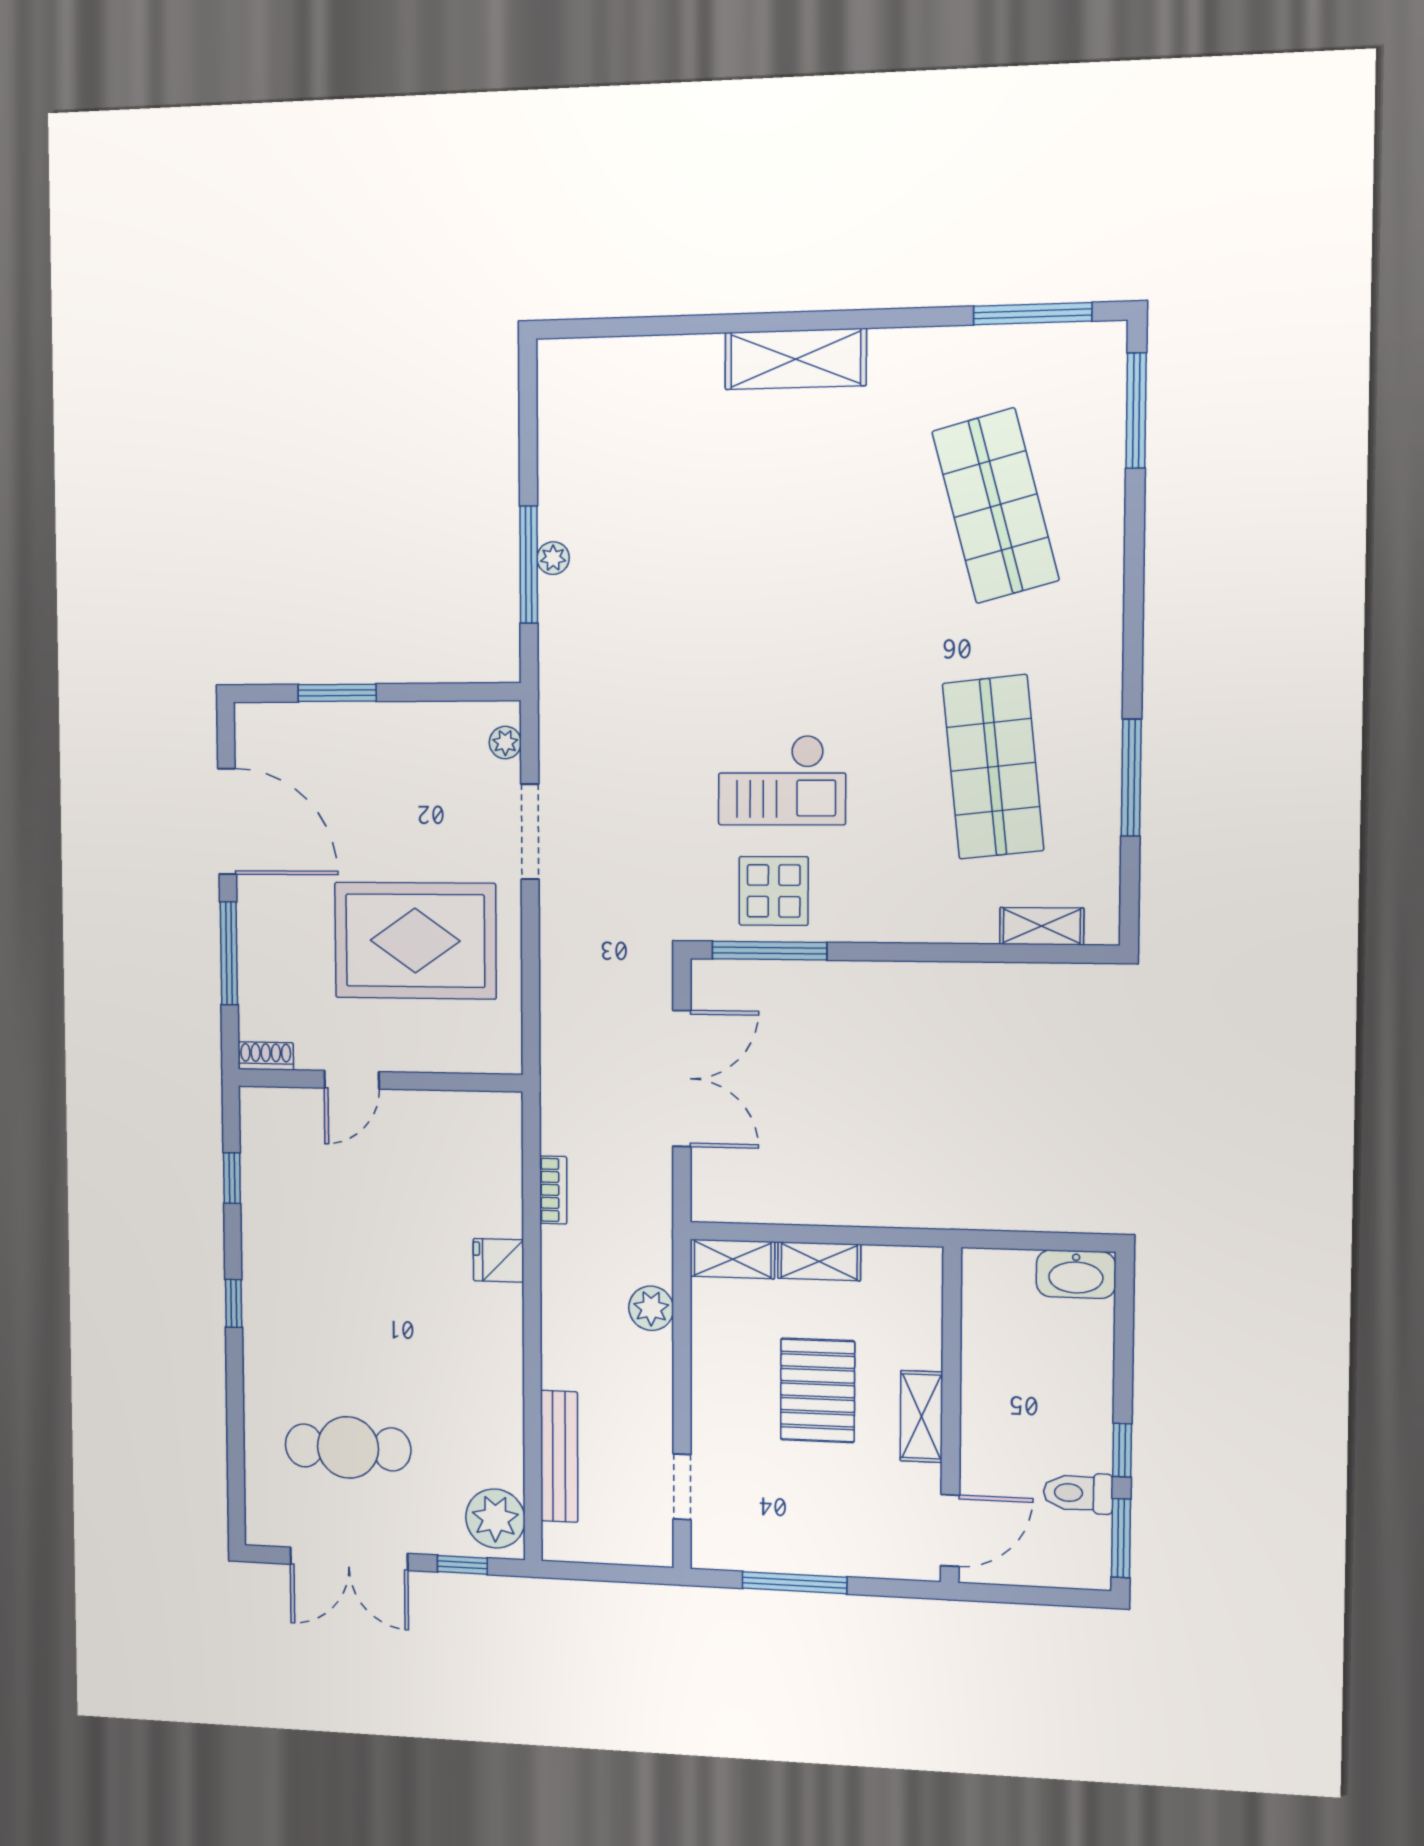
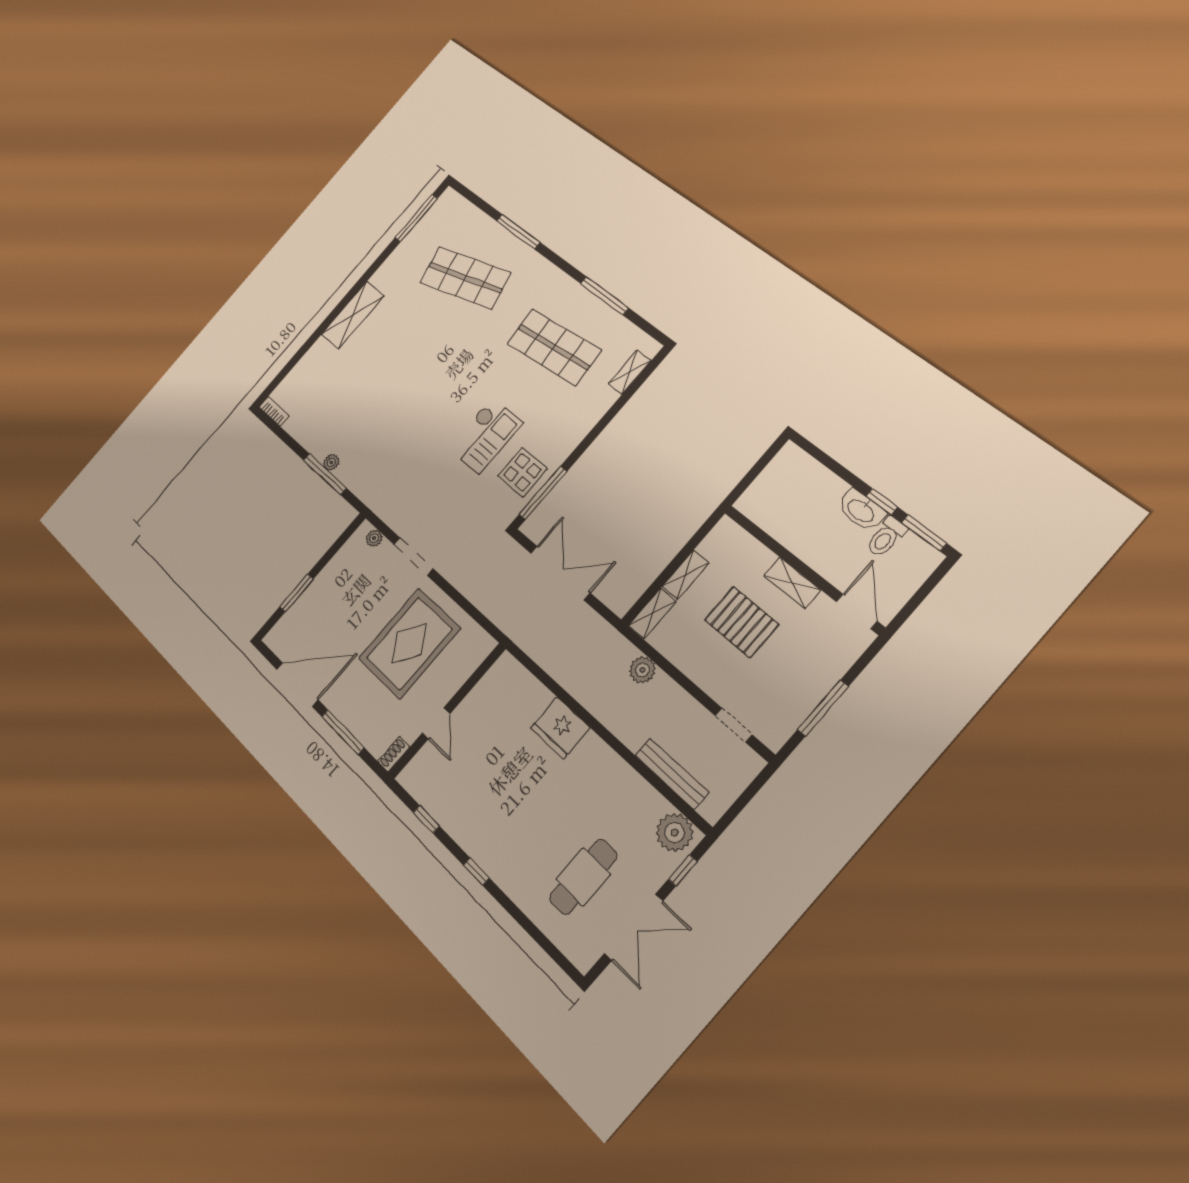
window: (1136, 411) -> (518, 232), moved
bookcase: (553, 1190) -> (274, 411), moved
fridge: (498, 1260) -> (560, 728), width x1.88, depth x1.34
washbasin: (1076, 1274) -> (861, 510), moved, turned 90

